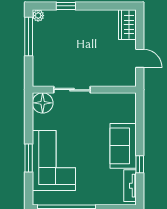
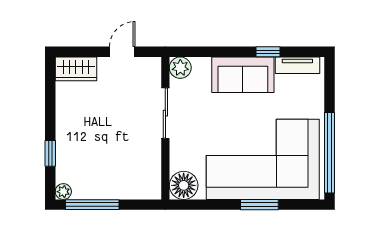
sliding door: (72, 90) -> (165, 113), moved
plant: (128, 101) -> (180, 68), added
corner sofa: (54, 160) -> (263, 159), width x1.36, depth x1.36

